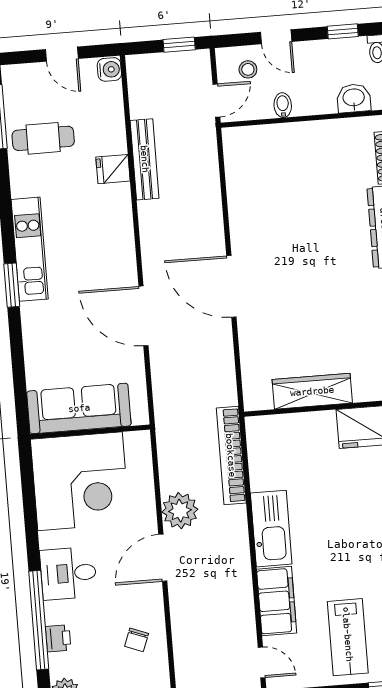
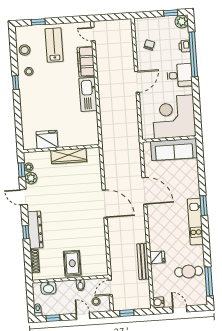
rug: (302, 153) -> (72, 263), added
bookcase: (231, 455) -> (106, 128), removed
plant: (180, 511) -> (129, 103), removed

